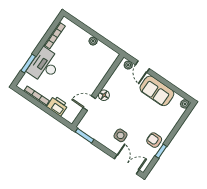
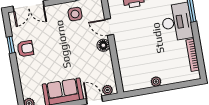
door: (89, 103) -> (109, 27), swing flipped
side table: (120, 135) -> (75, 14), moved

